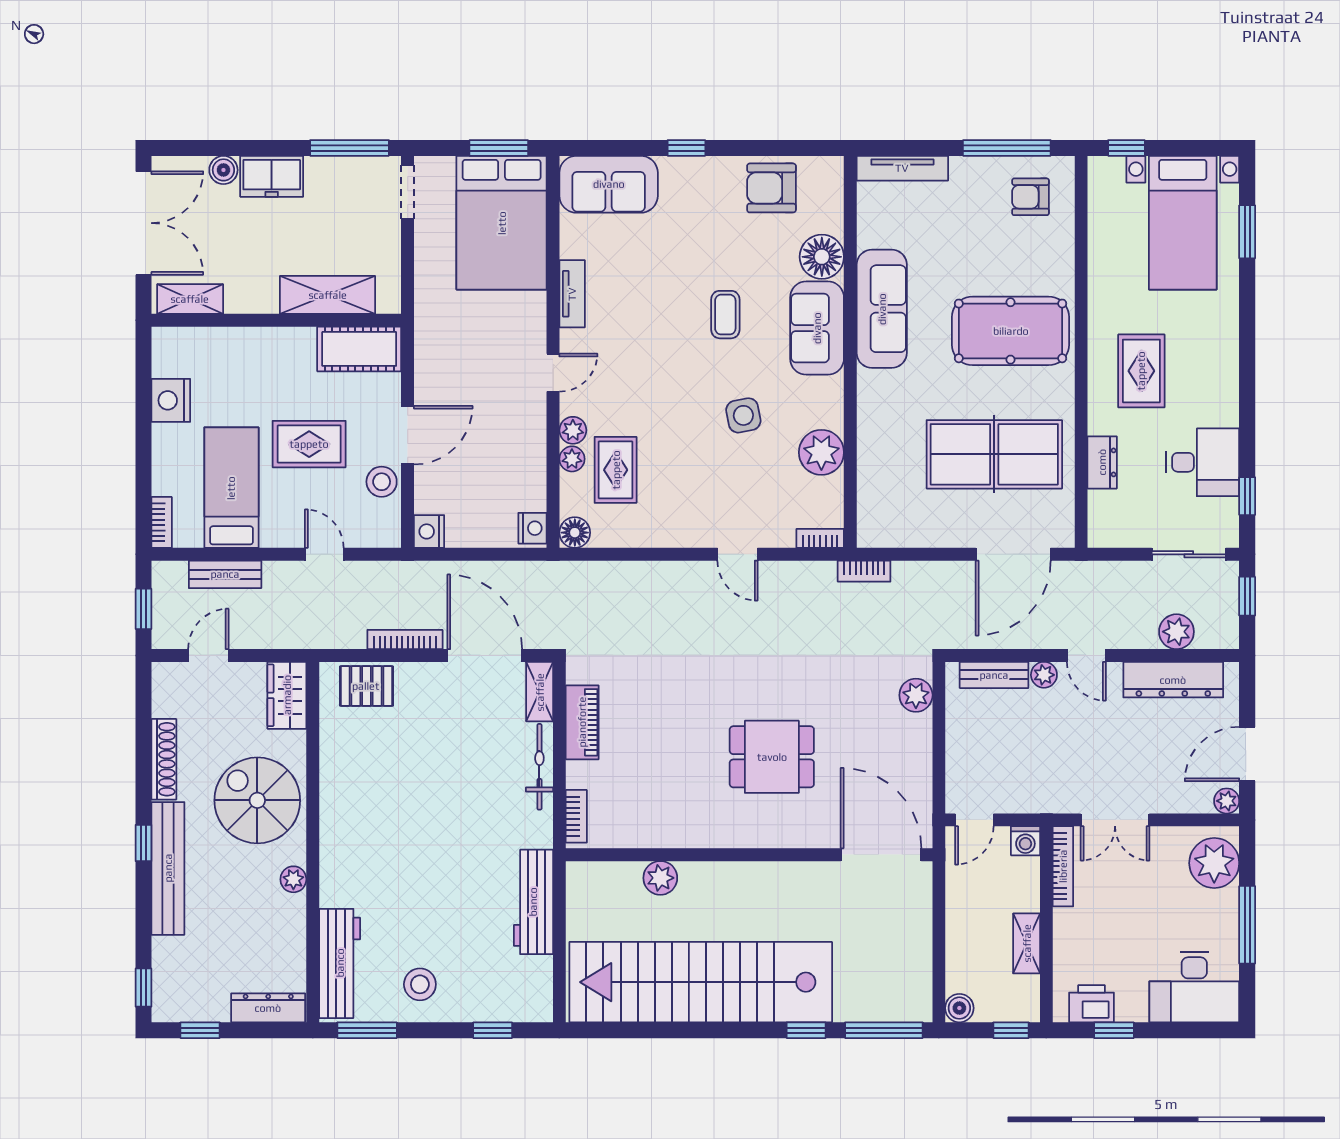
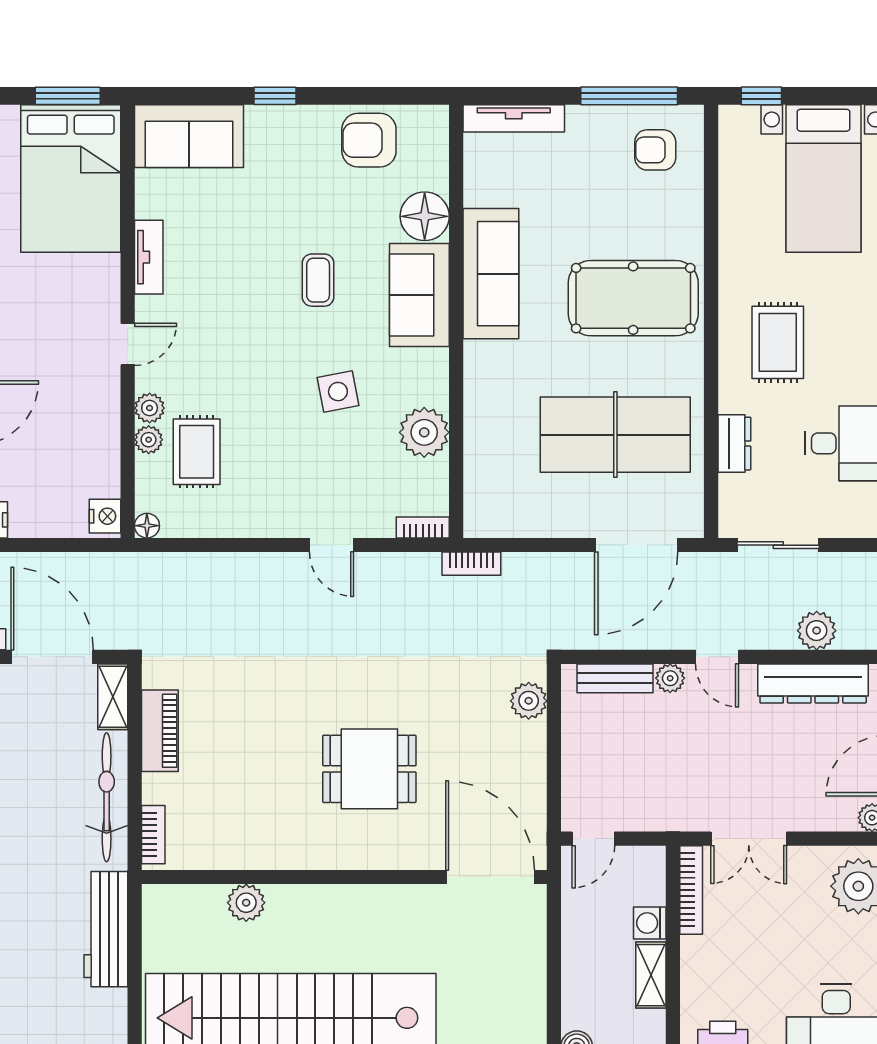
floor lamp: (575, 533) -> (147, 526), width x0.73, depth x0.73
sliding door: (1189, 554) -> (778, 545), moved
bicycle: (539, 767) -> (107, 797), width x1.37, depth x1.40
washing machine: (1025, 841) -> (650, 923), moved, turned 90

